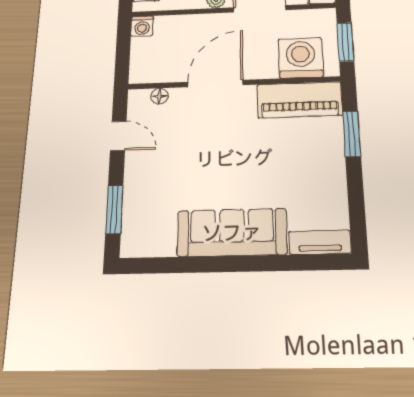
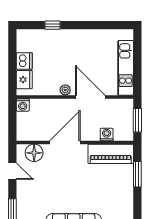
washing machine: (301, 58) -> (107, 134), width x0.53, depth x0.53
floor lamp: (159, 96) -> (34, 153), width x1.89, depth x1.89

